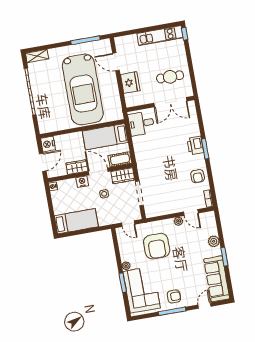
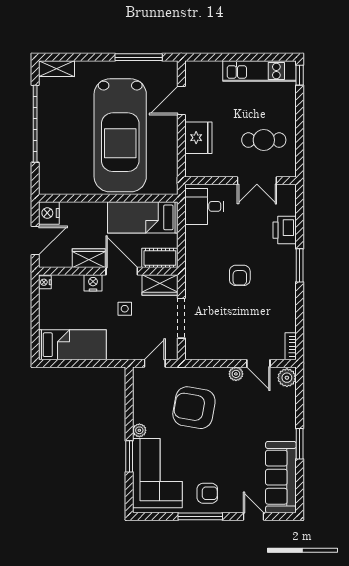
door: (116, 62) -> (181, 100), hinge flipped
double door: (170, 102) -> (257, 181), width x0.73
printer: (195, 145) -> (285, 230), moved
armchair: (198, 176) -> (240, 275), moved
door: (128, 224) -> (155, 363), swing flipped
plant: (214, 241) -> (287, 378), moved
armchair: (157, 246) -> (194, 408), turned 100
door: (204, 306) -> (254, 516), hinge flipped

